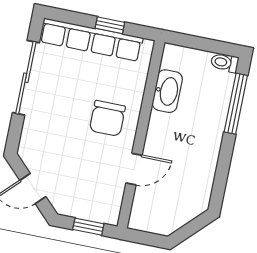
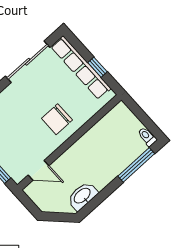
washbasin: (167, 91) -> (82, 196), moved, turned 180
door: (134, 169) -> (38, 170), moved

